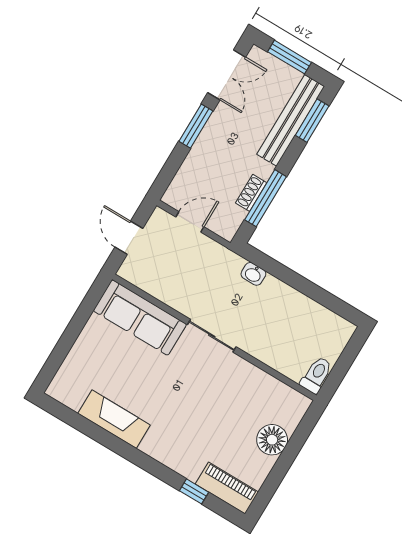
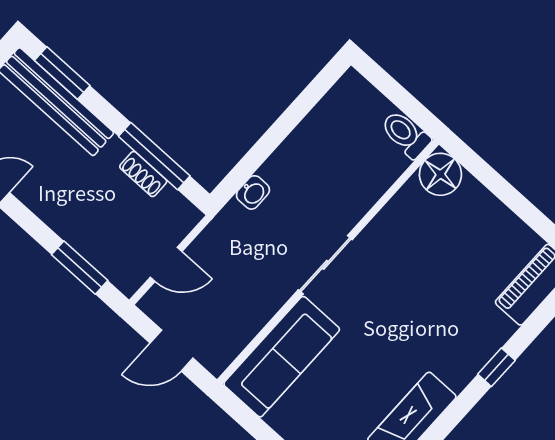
window: (196, 126) -> (80, 268), moved
door: (190, 222) -> (166, 264), swing flipped
floor lamp: (272, 440) -> (440, 174), moved
window: (194, 491) -> (496, 367), moved

